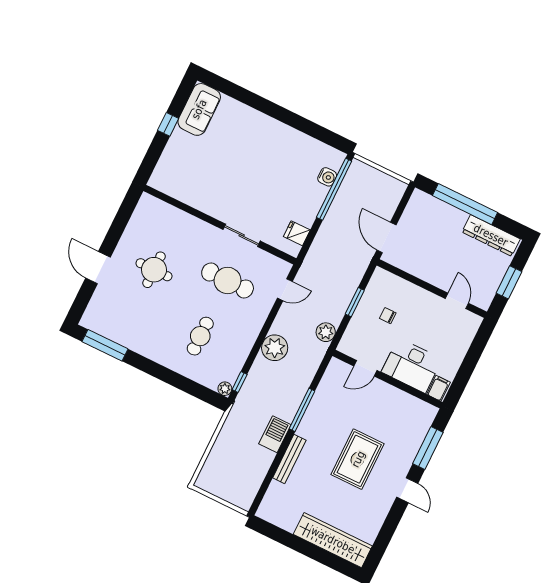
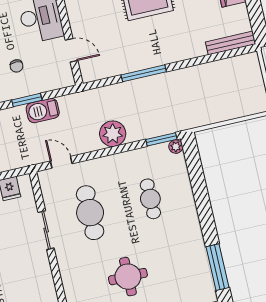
plant: (326, 332) -> (68, 104), removed
cafe table: (200, 336) -> (150, 199), turned 90
window: (240, 382) -> (161, 139), width x1.50
barbecue: (275, 434) -> (43, 111), moved
bench: (289, 459) -> (231, 43), moved

